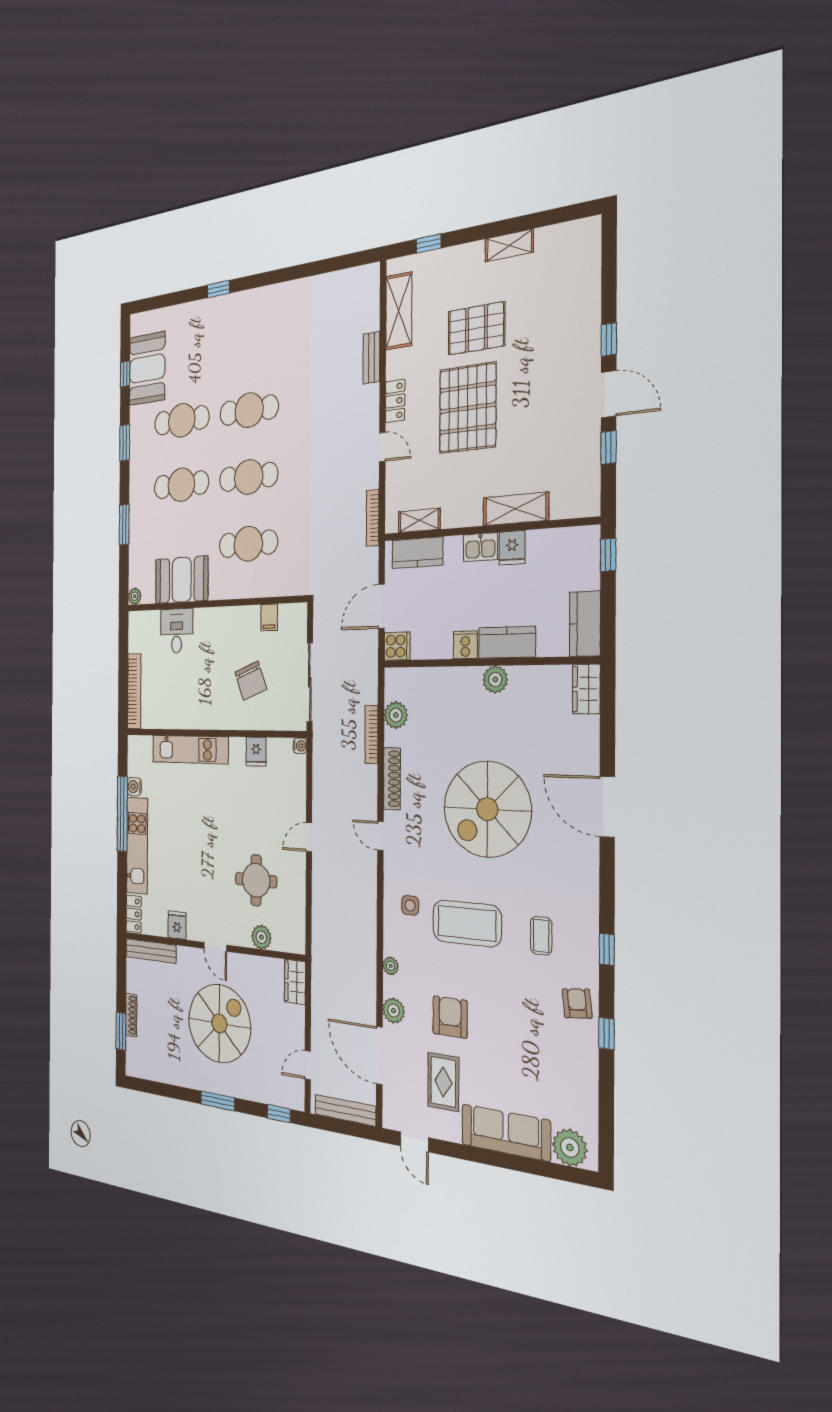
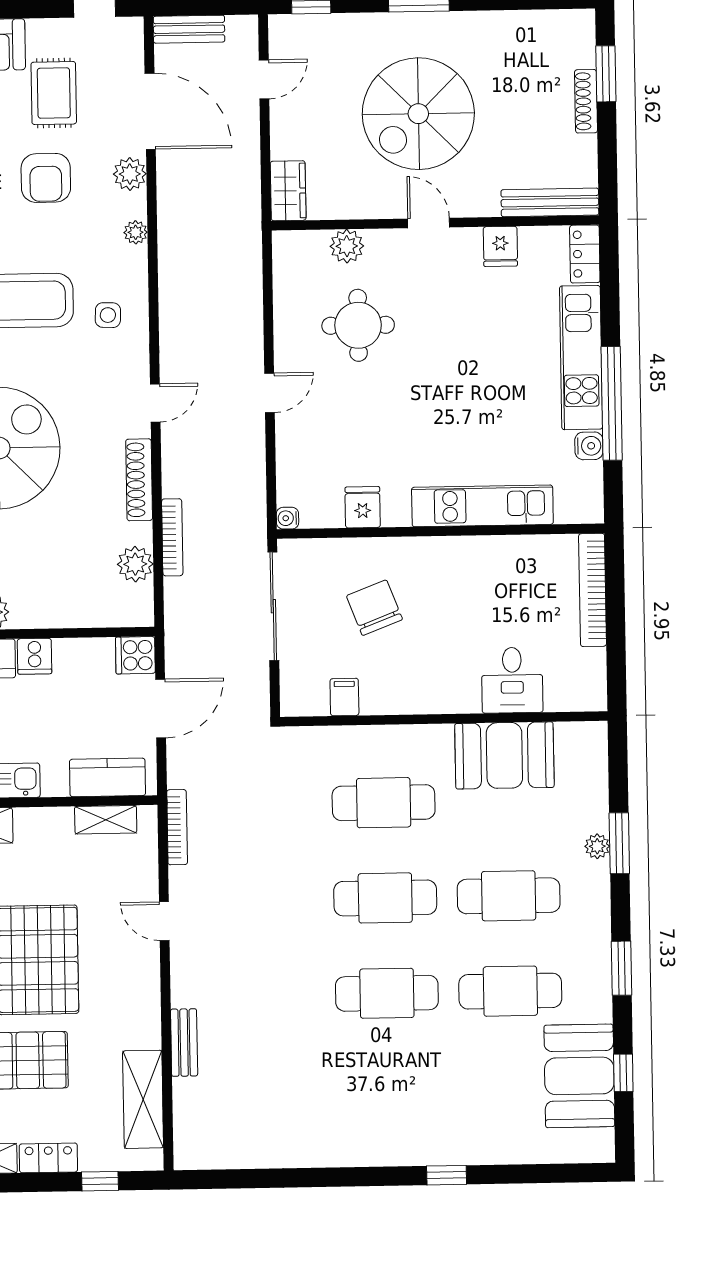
locker: (395, 401) -> (48, 1158), moved, turned 90
plant: (135, 596) -> (597, 846), moved
door: (380, 836) -> (155, 403), hinge flipped
bench: (345, 1110) -> (189, 29), width x0.73

